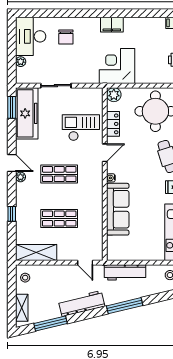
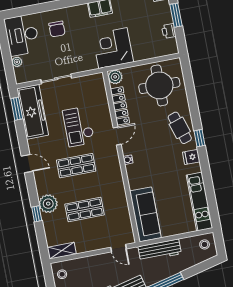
locker: (113, 124) -> (120, 106), width x1.53
checkout: (81, 128) -> (79, 126), moved, turned -90
plant: (20, 177) -> (48, 204), moved, width x1.88, depth x1.88
sofa: (118, 209) -> (145, 214), moved
shelving: (36, 252) -> (62, 251), width x0.67, depth x0.75

